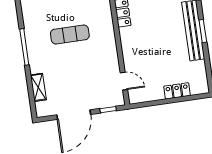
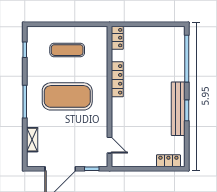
exercise mat: (70, 35) -> (67, 96), width x2.00, depth x1.45
locker: (177, 91) -> (168, 161), moved

